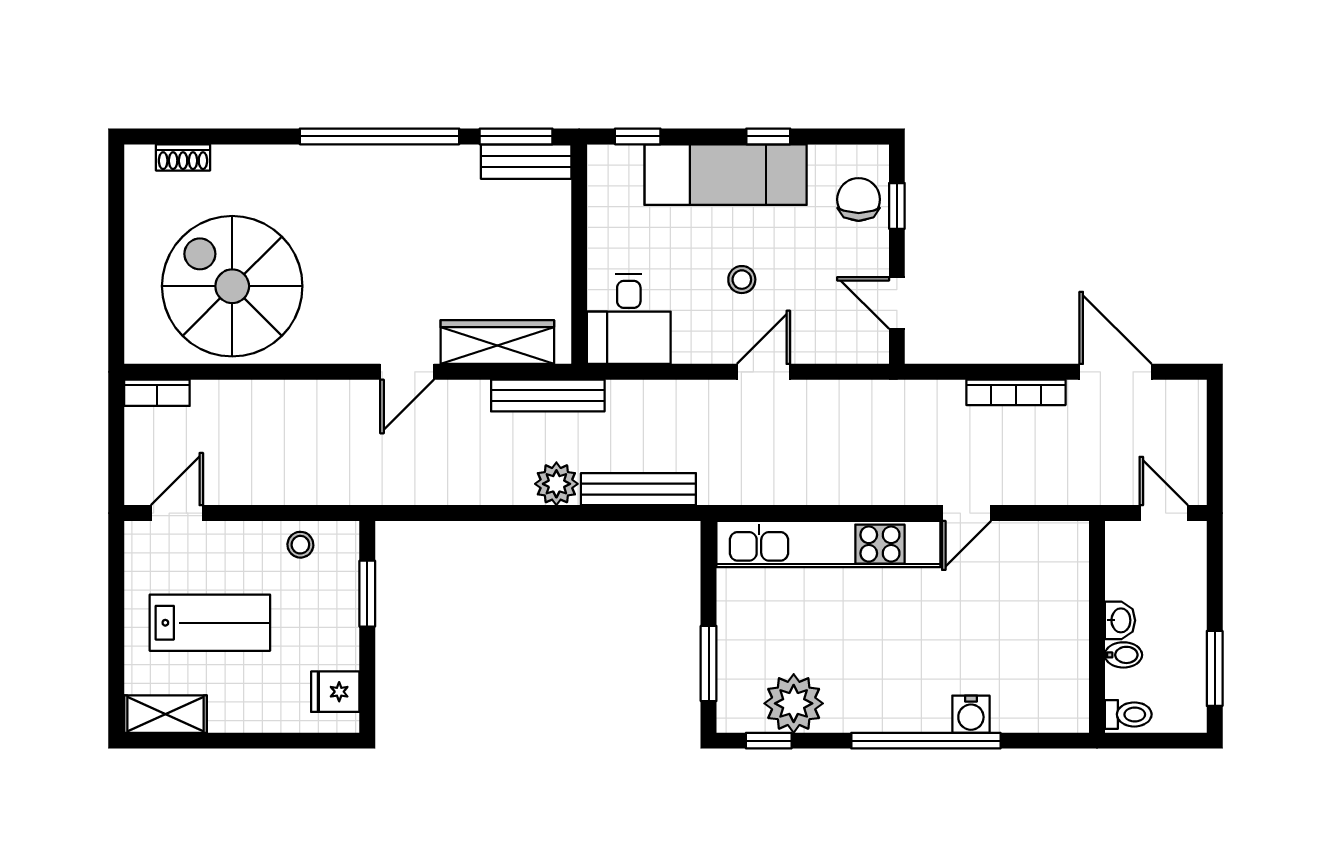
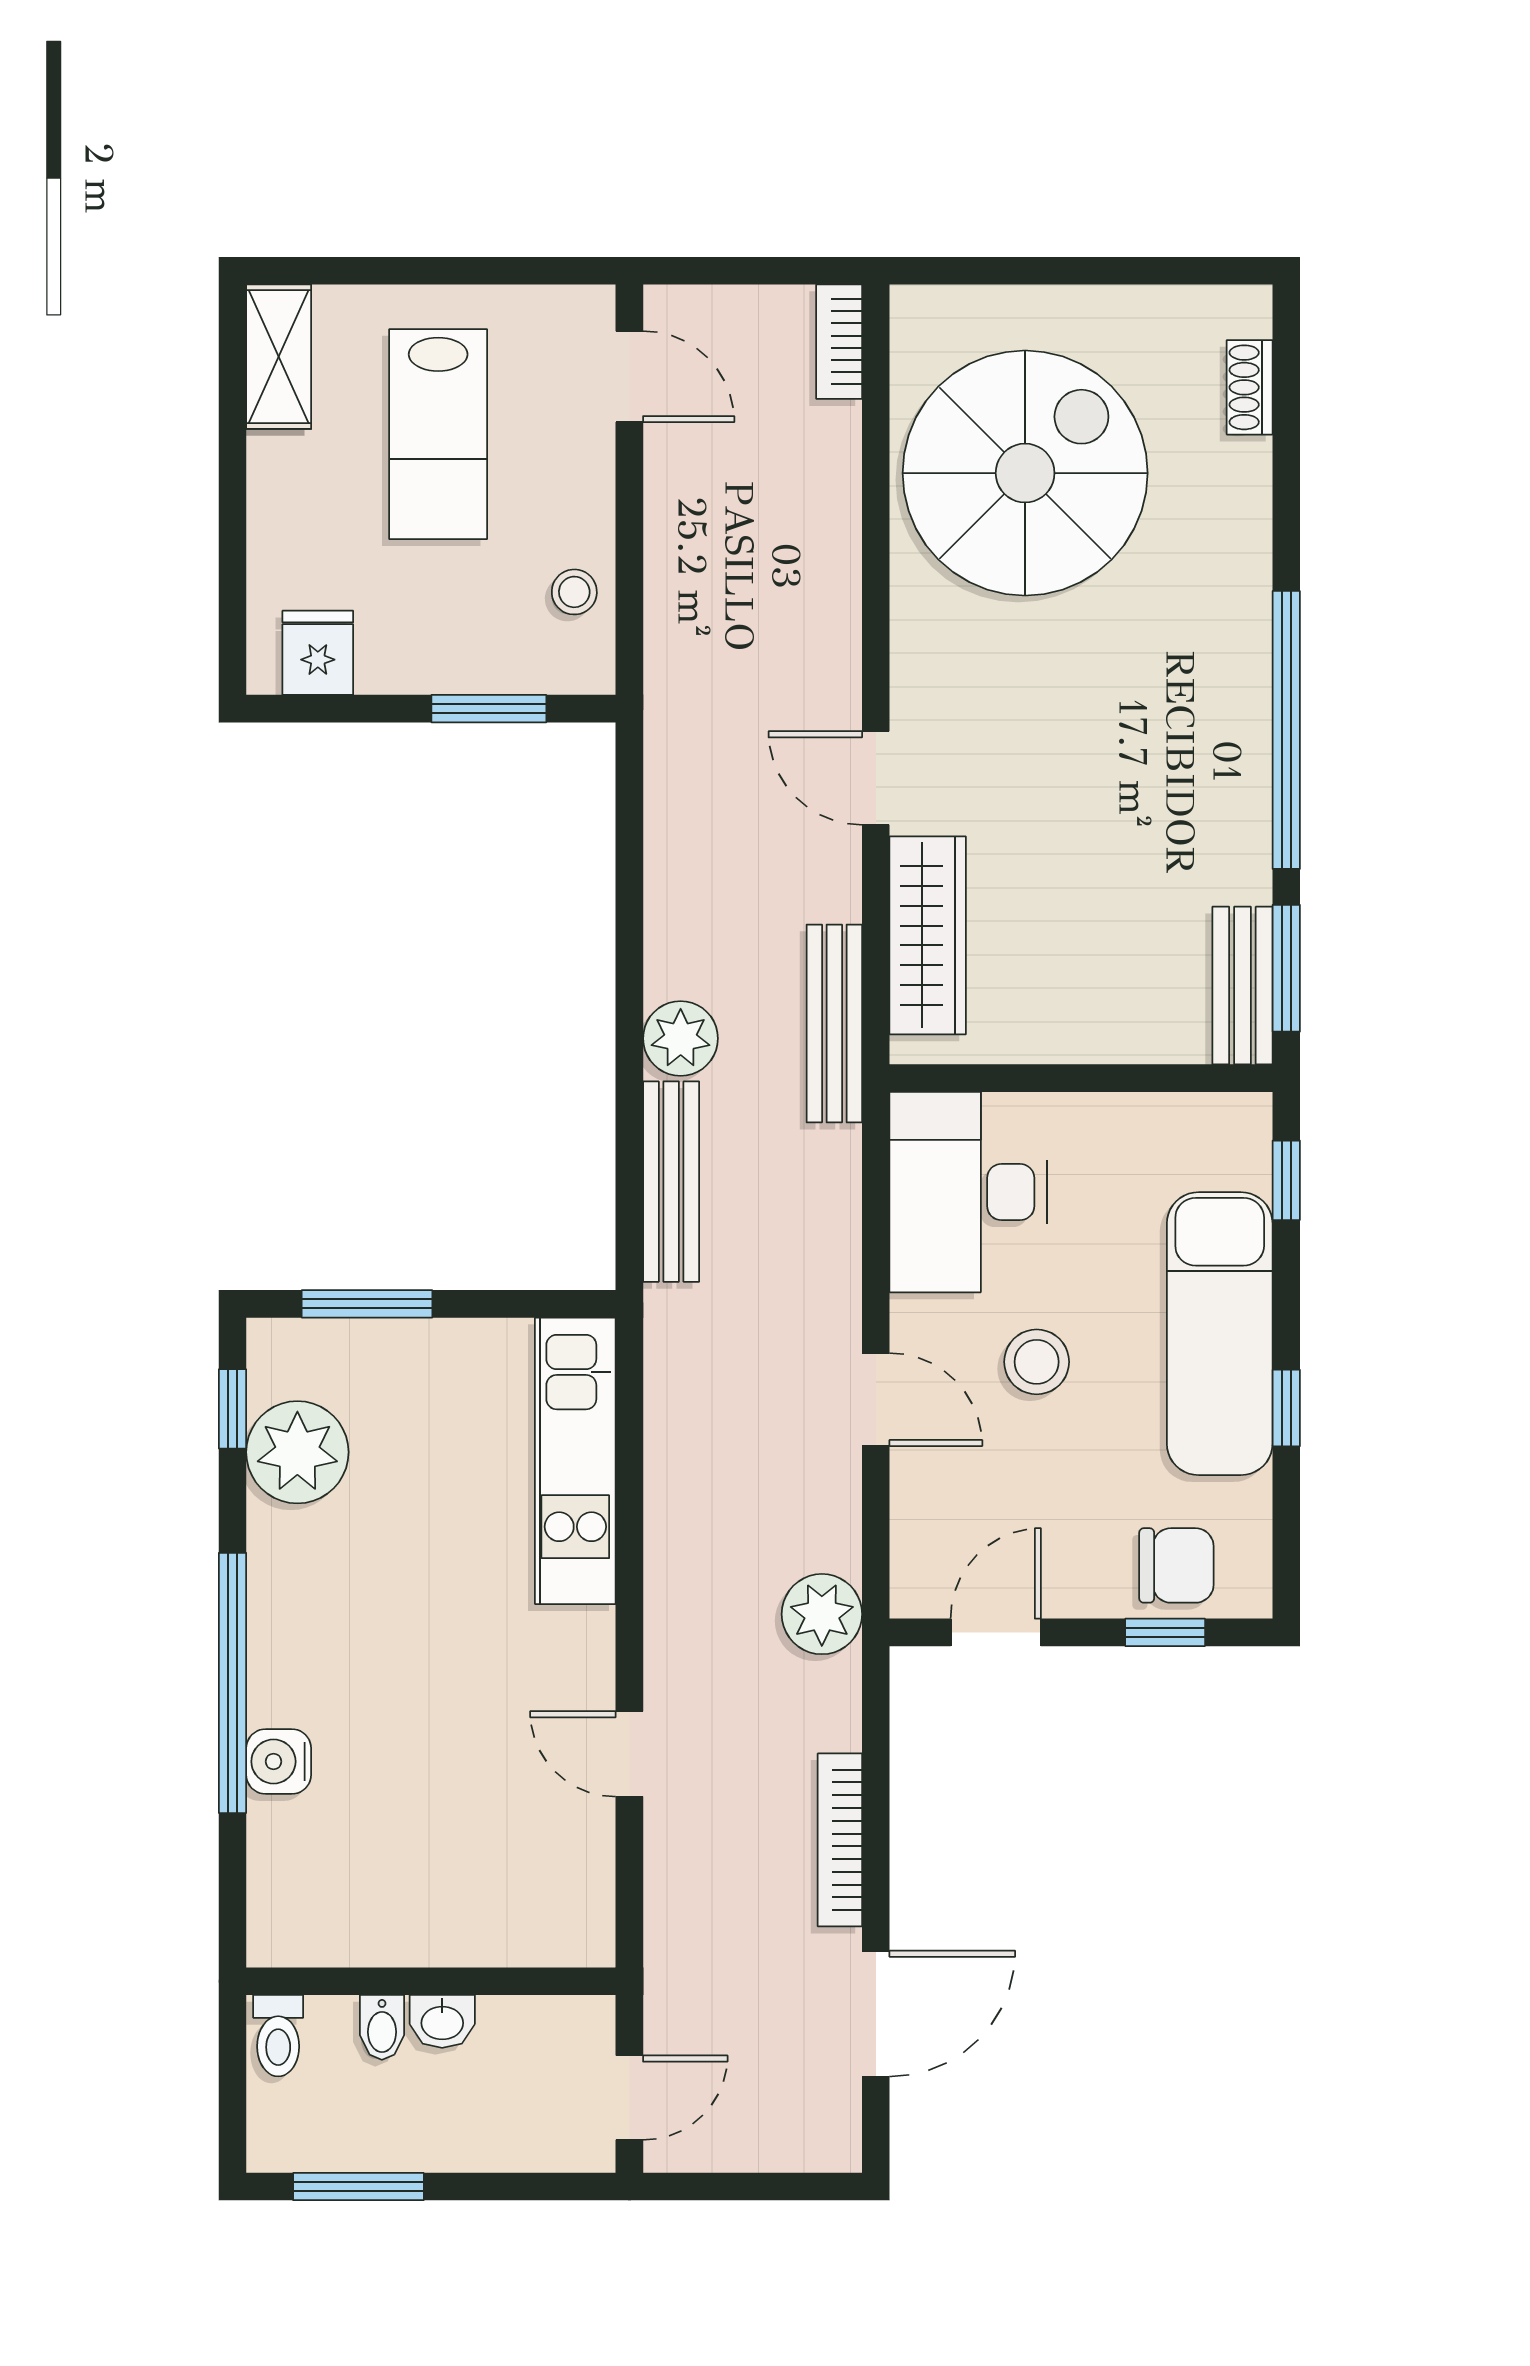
stool: (742, 280) -> (1037, 1362), width x1.37, depth x1.37
desk: (629, 319) -> (968, 1192), width x1.37
plant: (886, 403) -> (822, 1614), added
kitchen unit: (828, 544) -> (575, 1461), width x0.73

